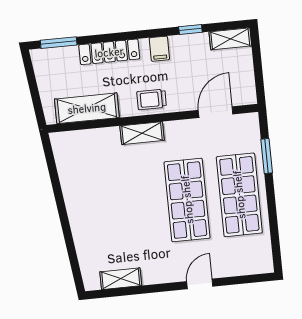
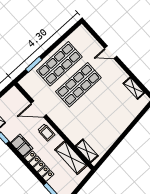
filing cabinet: (159, 49) -> (22, 145), width x2.00
door: (216, 112) -> (39, 109), moved
shelving: (142, 133) -> (87, 151), moved

